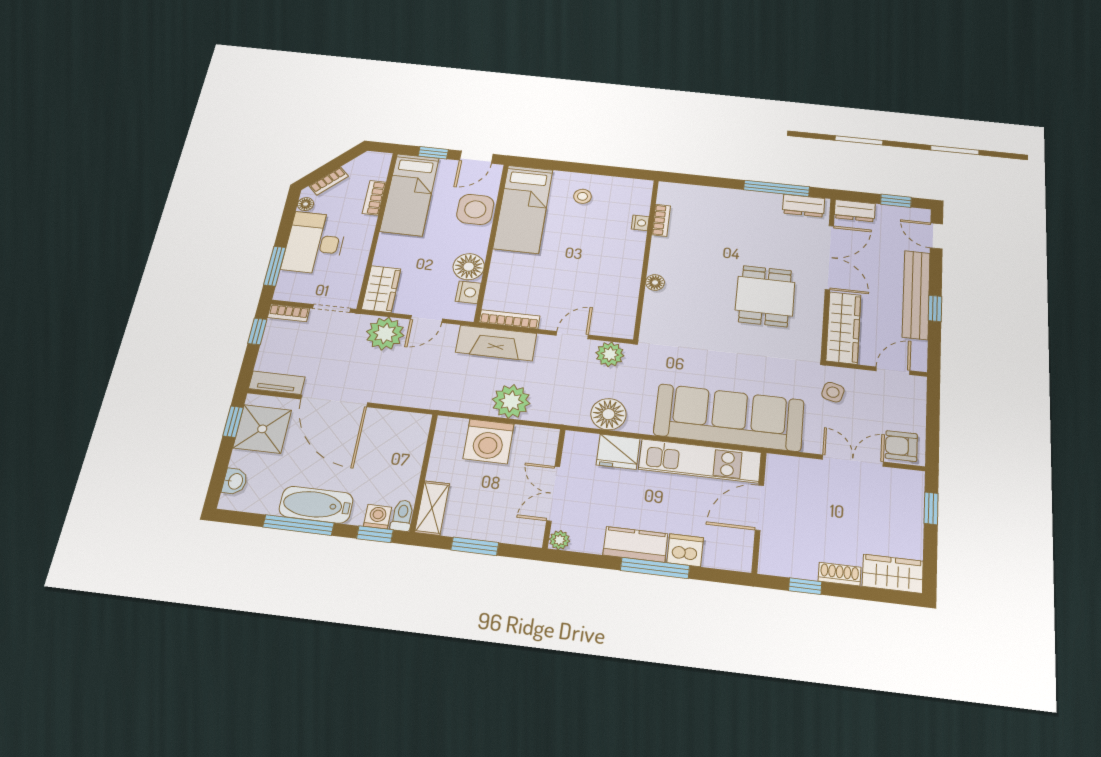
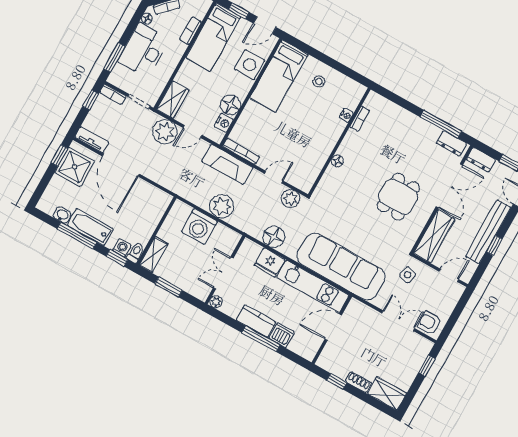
washbasin: (235, 481) -> (62, 215), moved, turned -90

